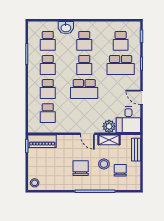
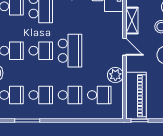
plant: (109, 126) -> (115, 75), moved
door: (87, 134) -> (124, 47), hinge flipped
piano: (42, 141) -> (136, 96), width x1.37, depth x1.33

